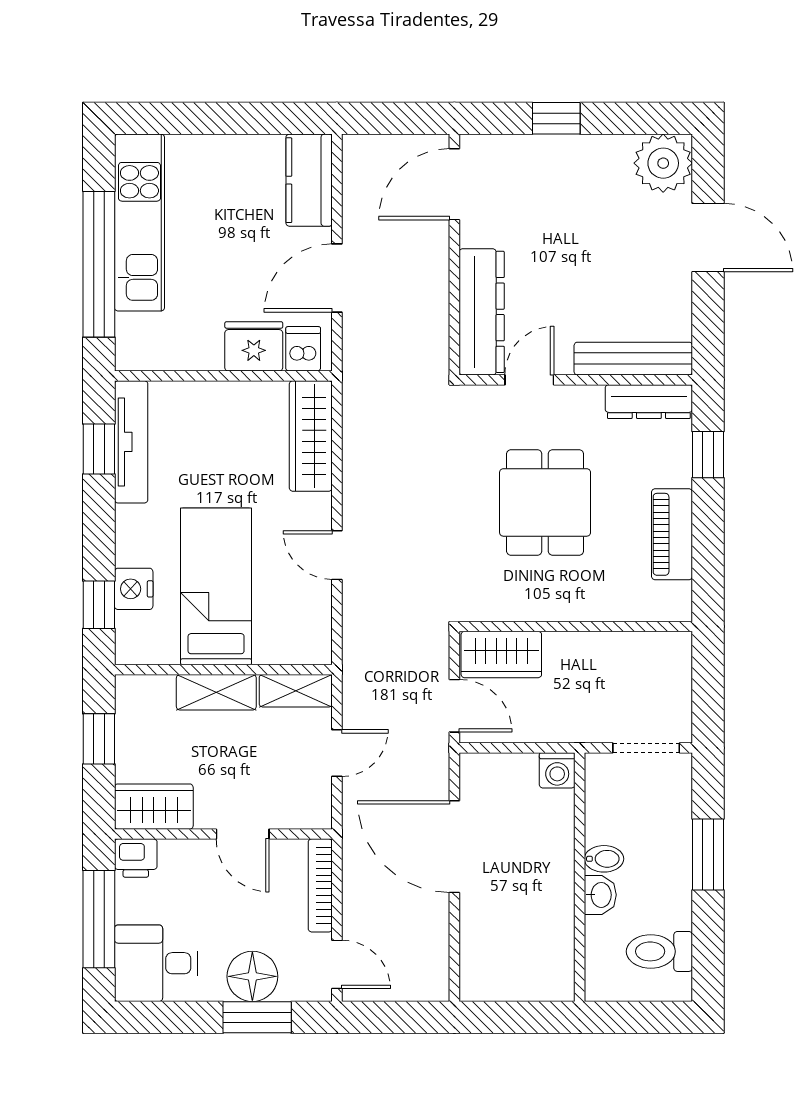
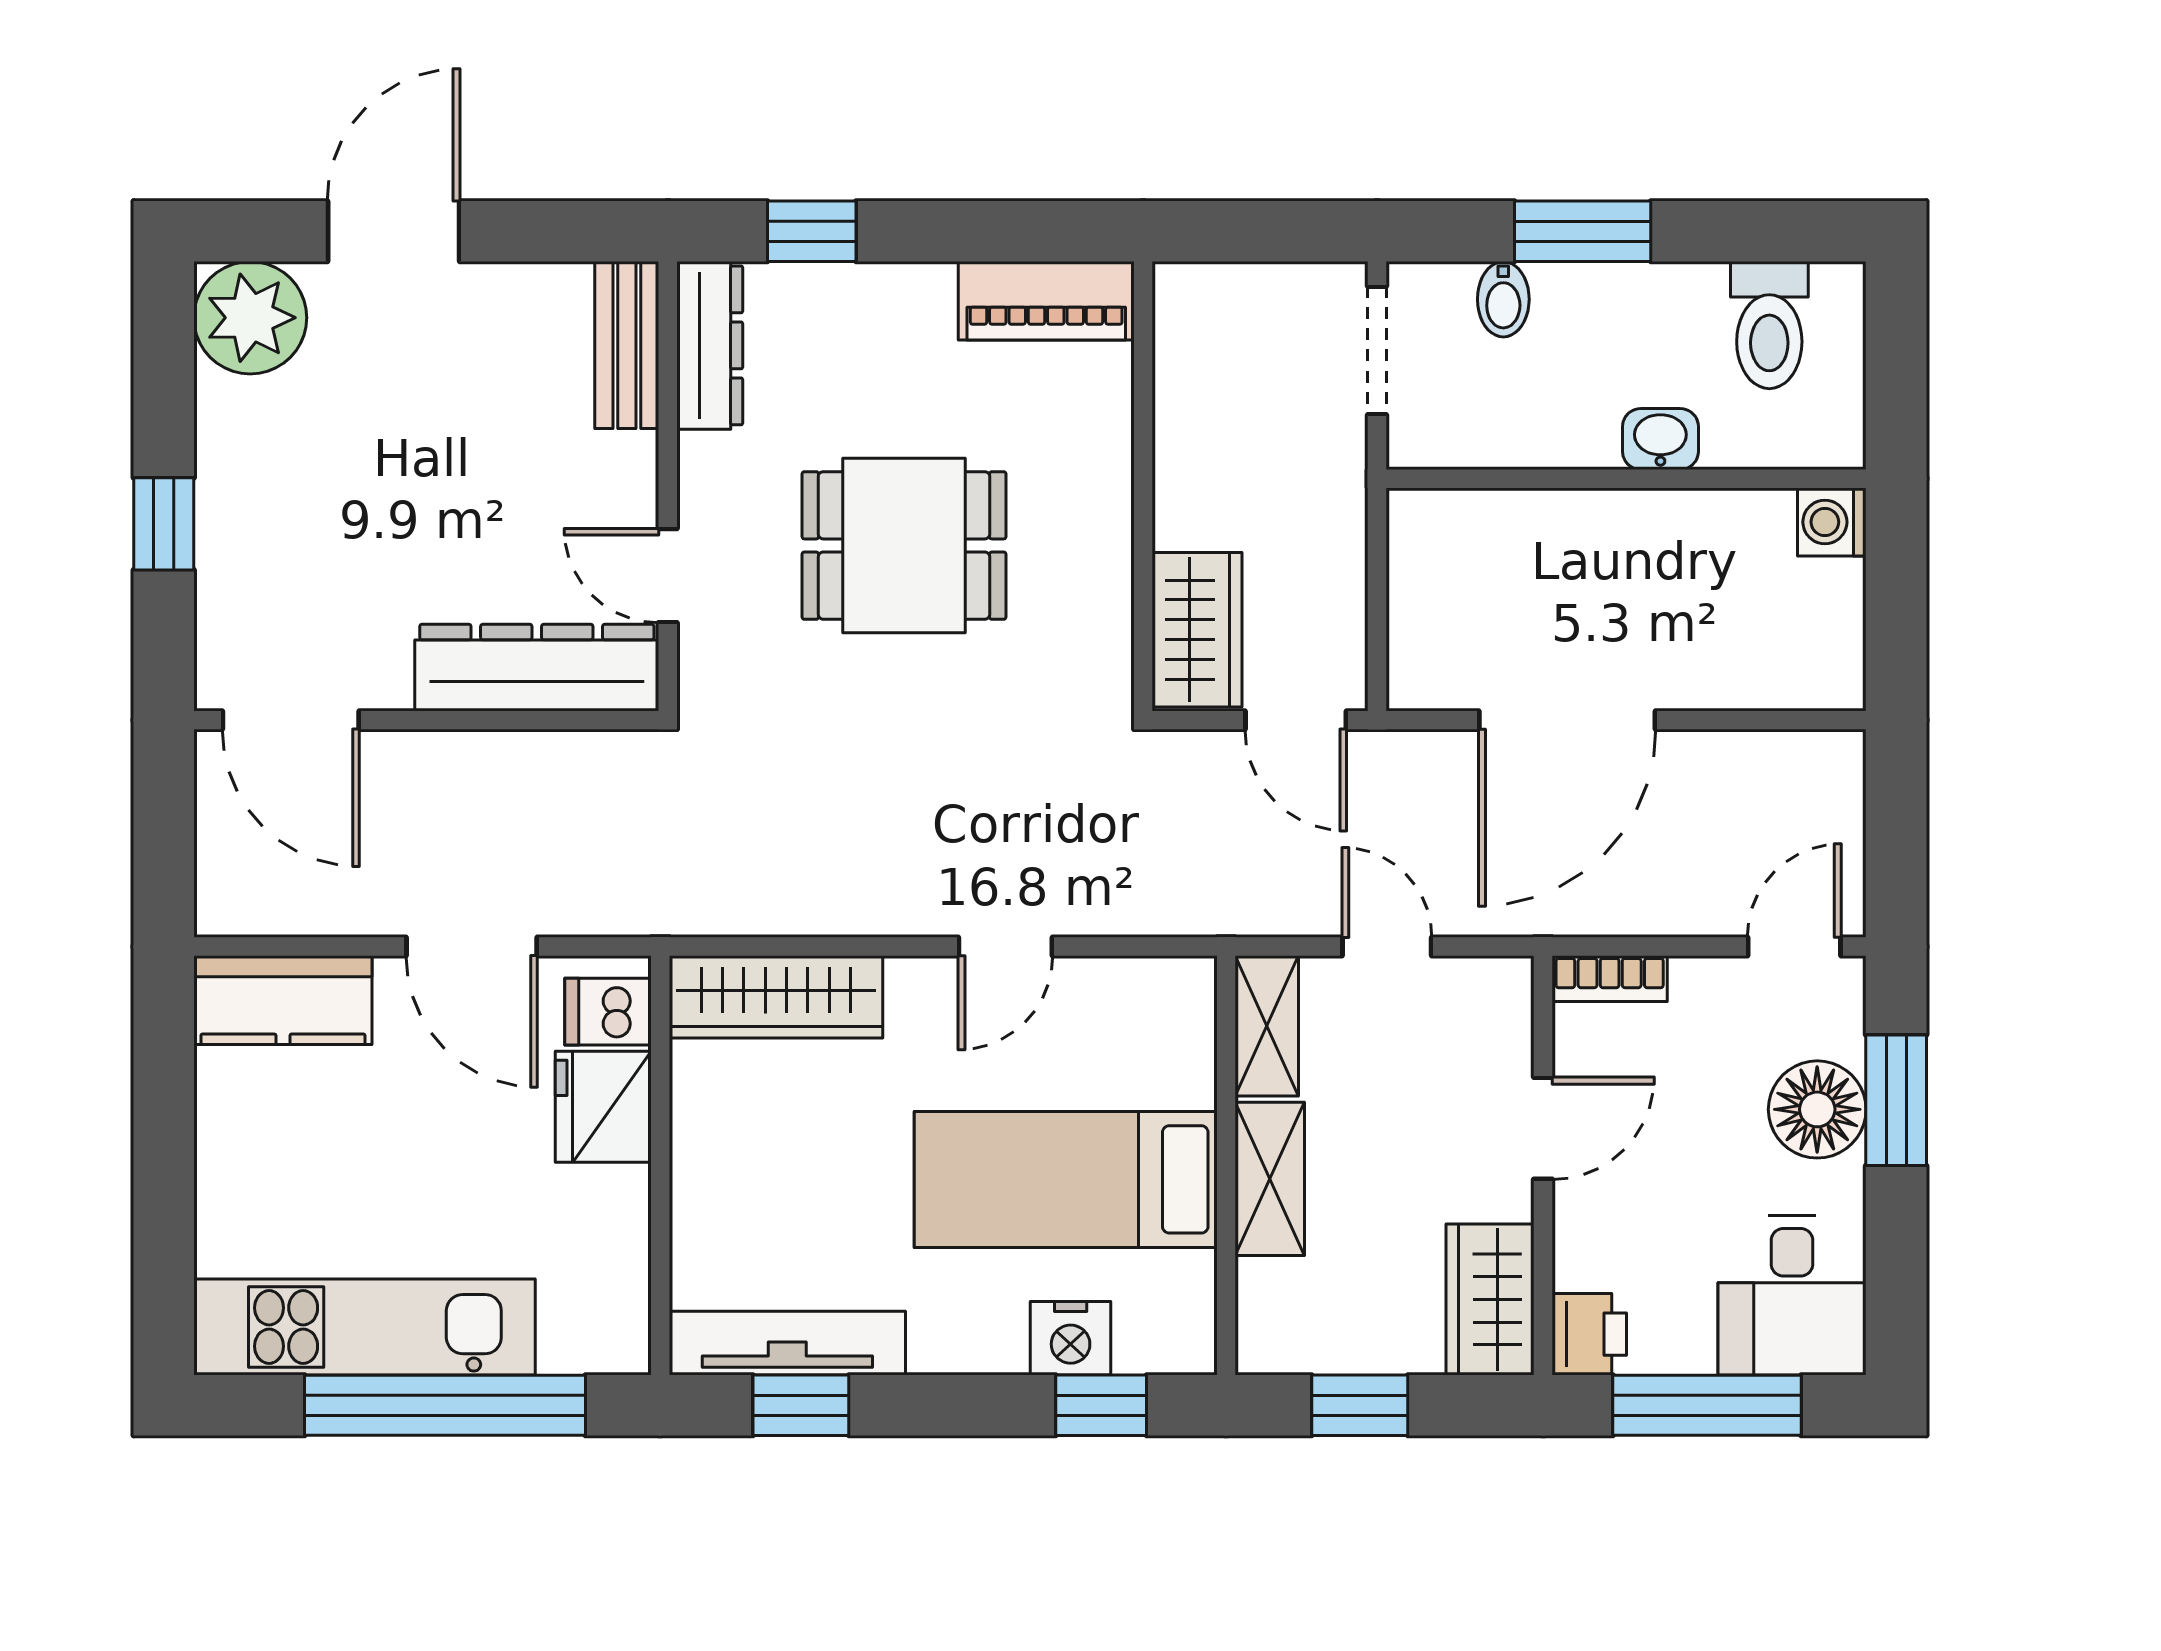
bench: (633, 359) -> (627, 345), width x0.73
piano: (672, 534) -> (1046, 301), moved
door: (454, 706) -> (1296, 720), swing flipped
washing machine: (557, 770) -> (1832, 522), moved, turned 180
bidet: (604, 859) -> (1503, 299), moved, turned 180
bookcase: (320, 885) -> (1610, 979), width x0.64

